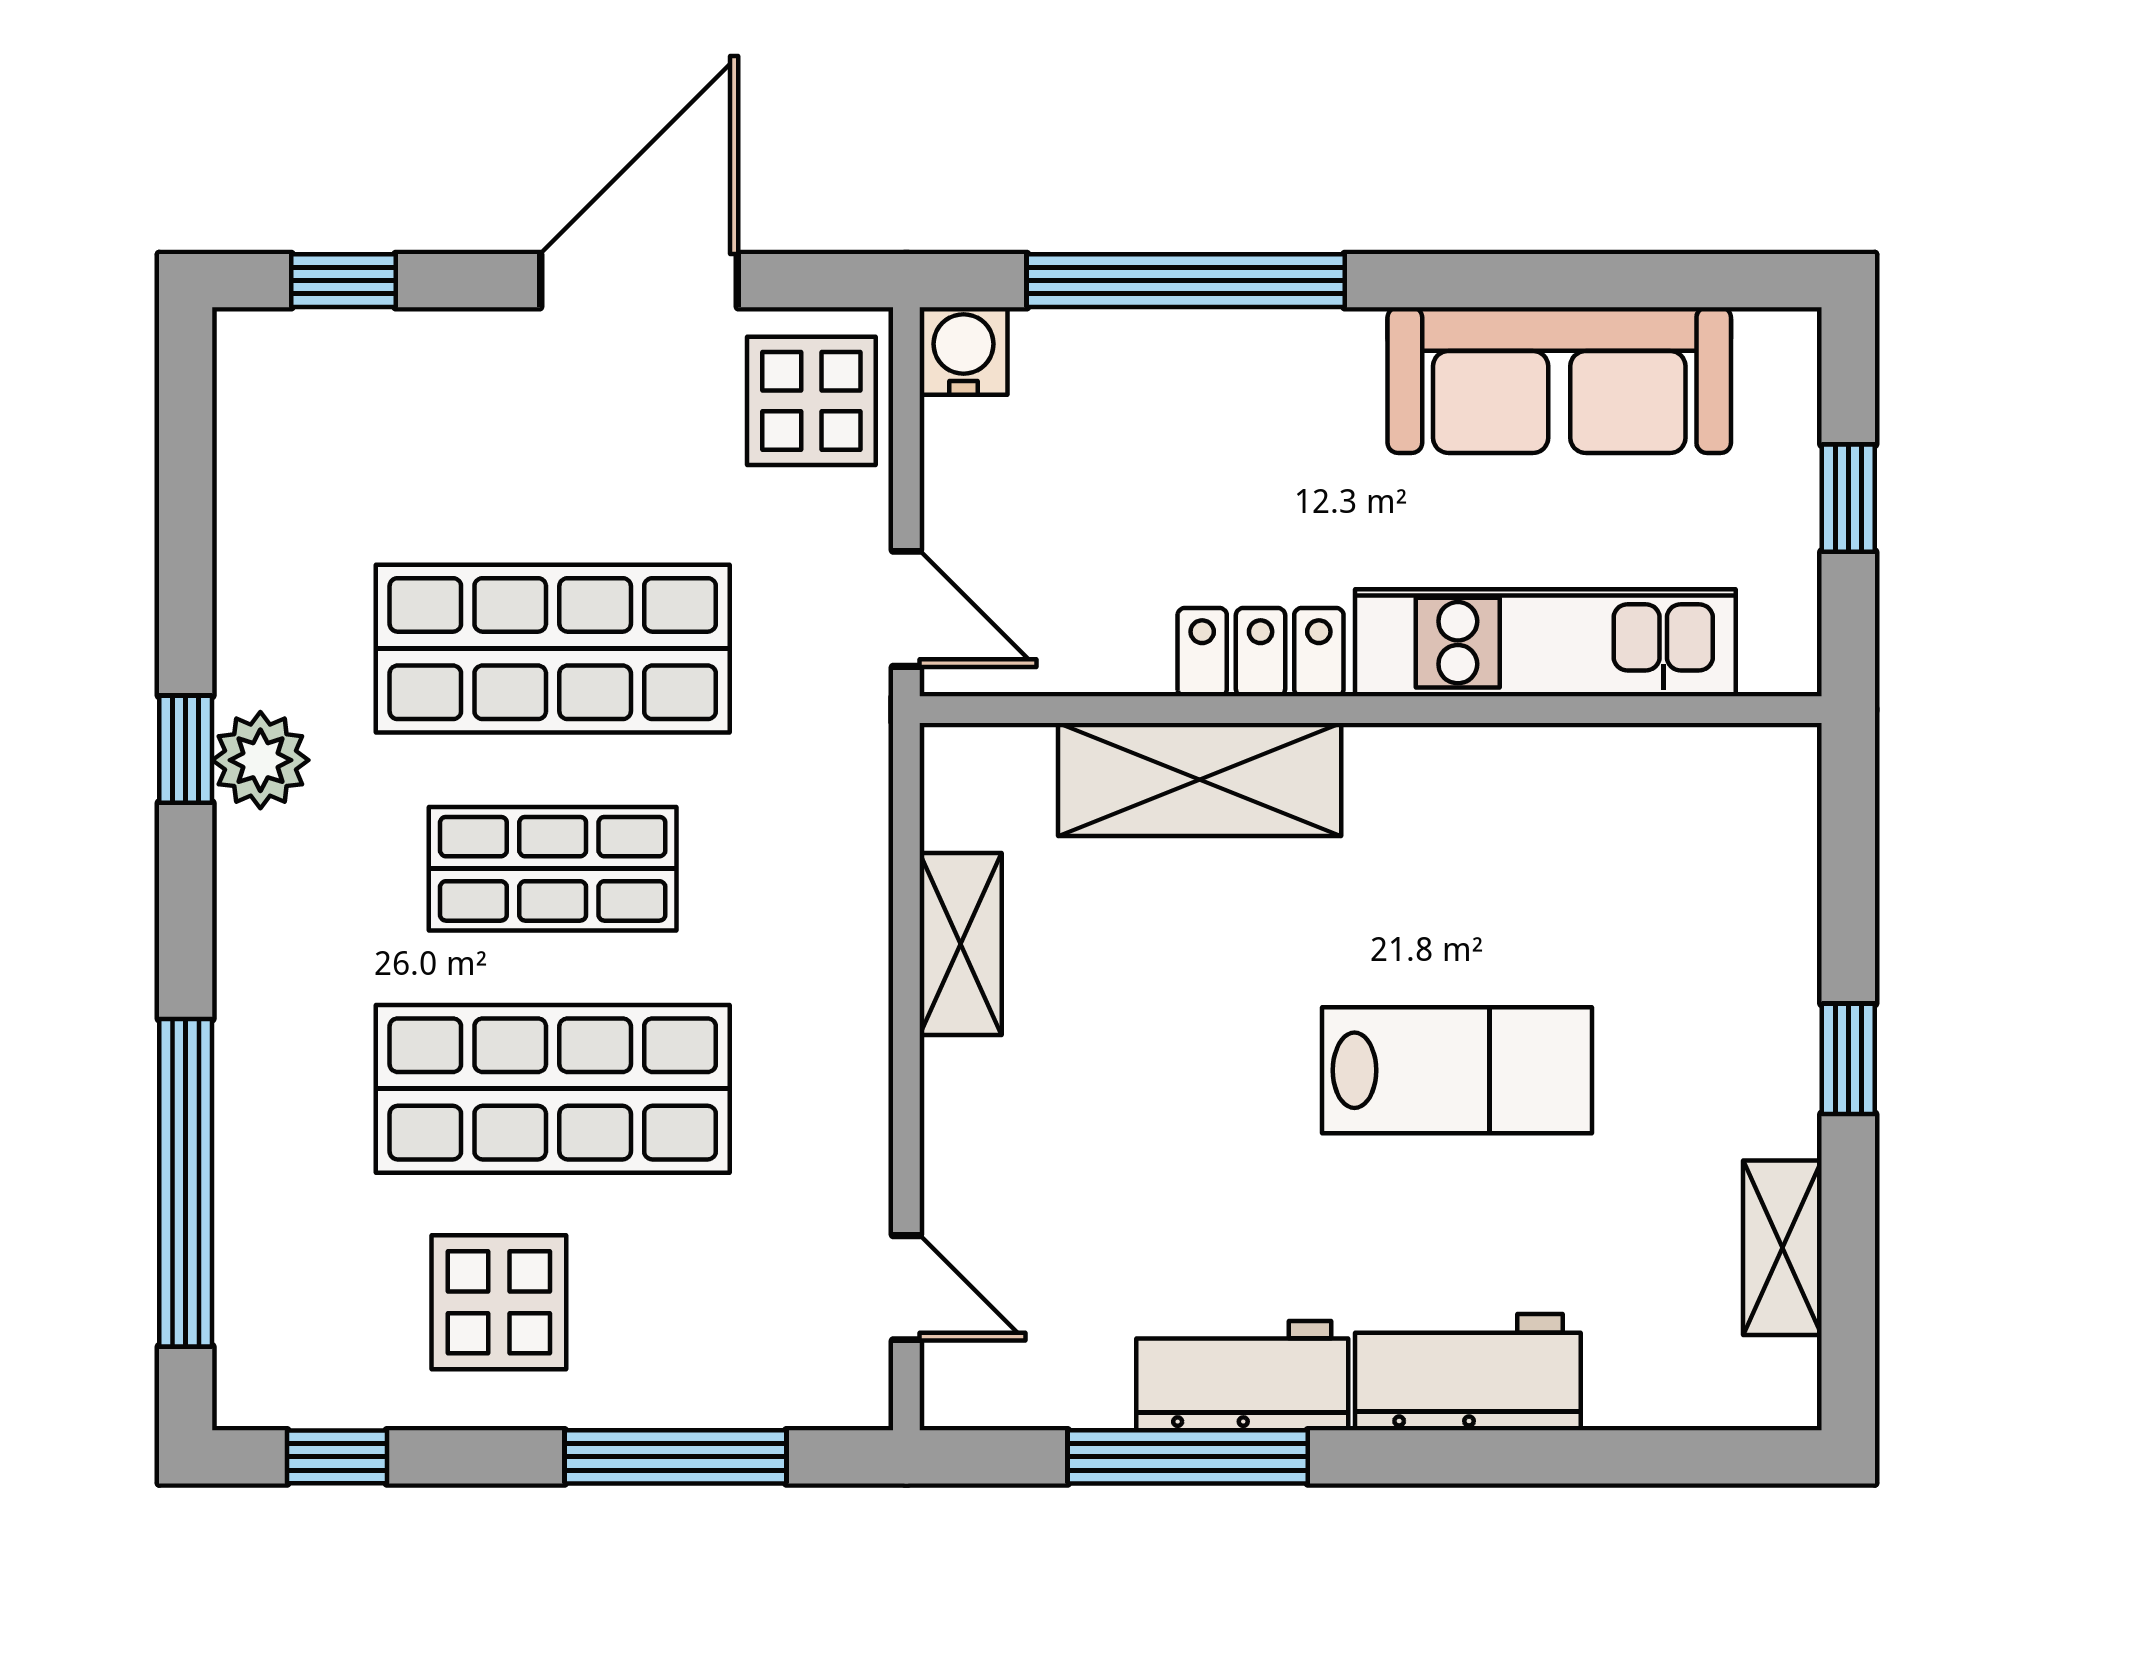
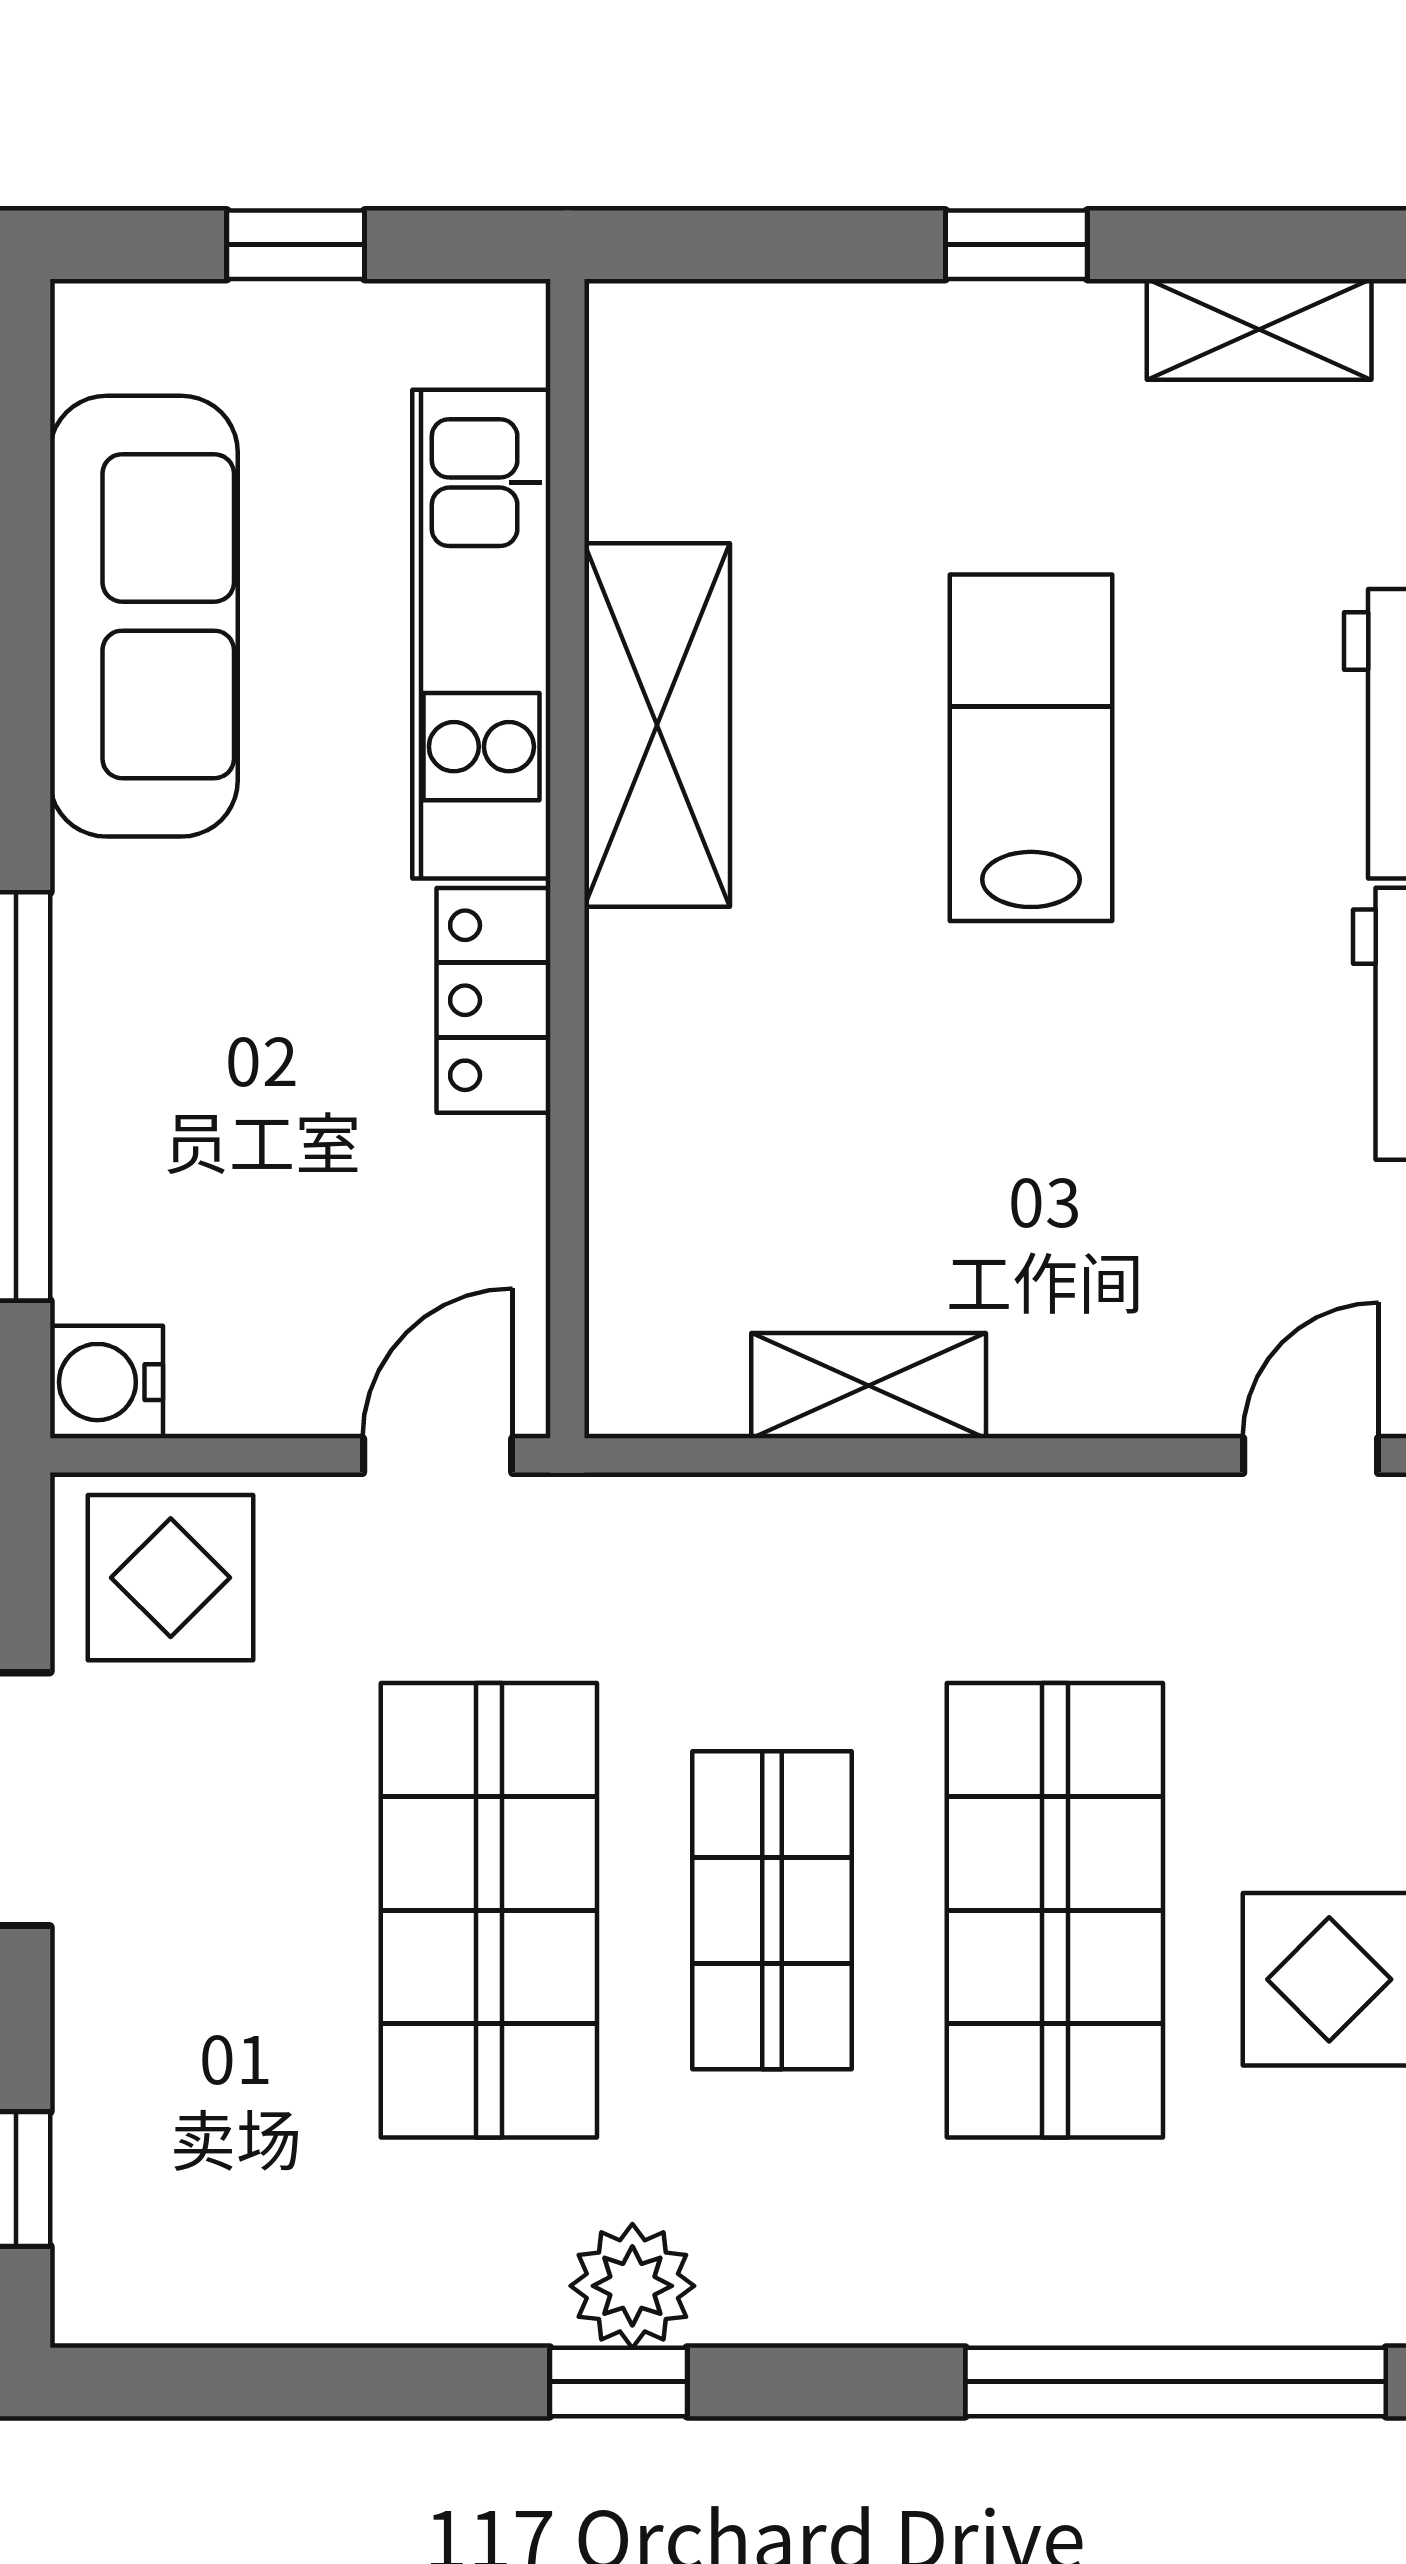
shelving: (1200, 779) -> (657, 725), moved

